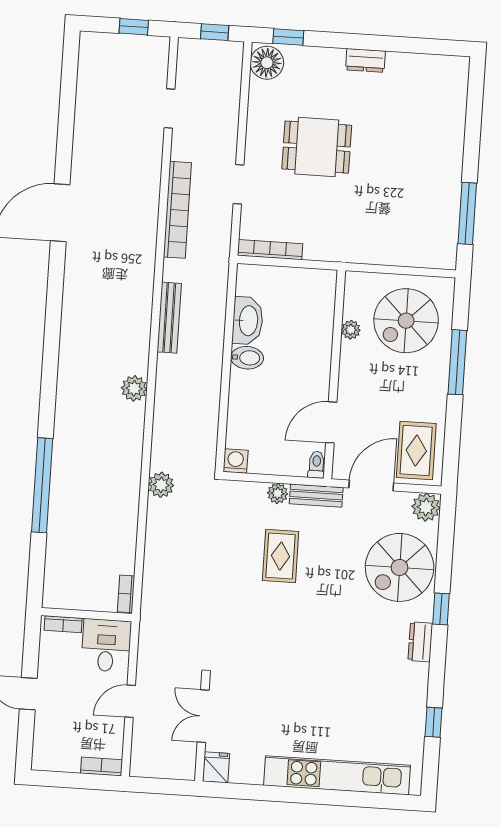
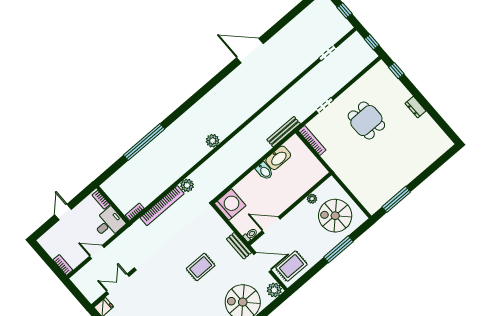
floor lamp: (267, 63) -> (379, 72), removed
bookcase: (177, 210) -> (162, 206), moved
bench: (169, 318) -> (284, 132), moved
washing machine: (236, 461) -> (230, 204), width x1.89, depth x1.89
plant: (278, 493) -> (226, 231), removed
rug: (281, 556) -> (201, 267), moved

